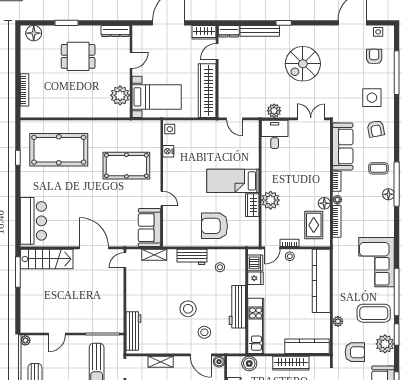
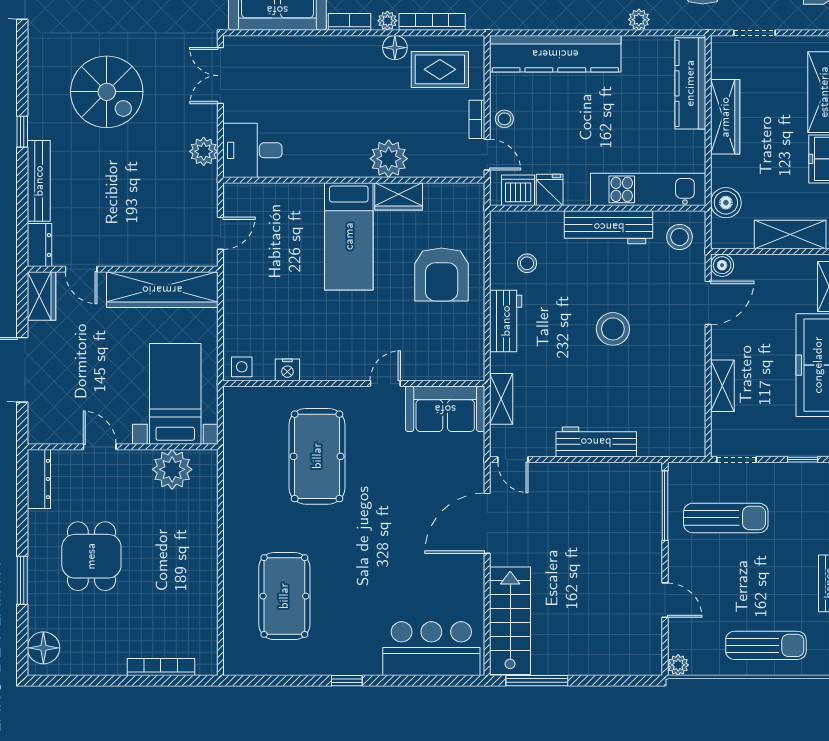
pool table: (59, 150) -> (284, 596), width x0.73, depth x0.76
window: (18, 158) -> (347, 681), moved
workbench: (133, 331) -> (596, 442), moved
stool: (204, 332) -> (680, 237), moved

